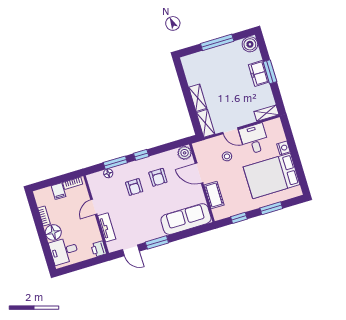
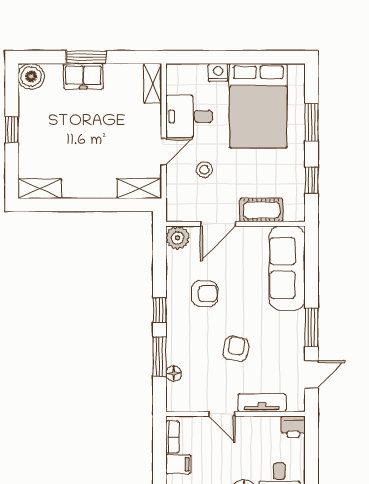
window: (217, 42) -> (12, 129), width x0.46
shelving: (198, 98) -> (40, 189), moved
armchair: (134, 187) -> (236, 349), moved, turned -80

